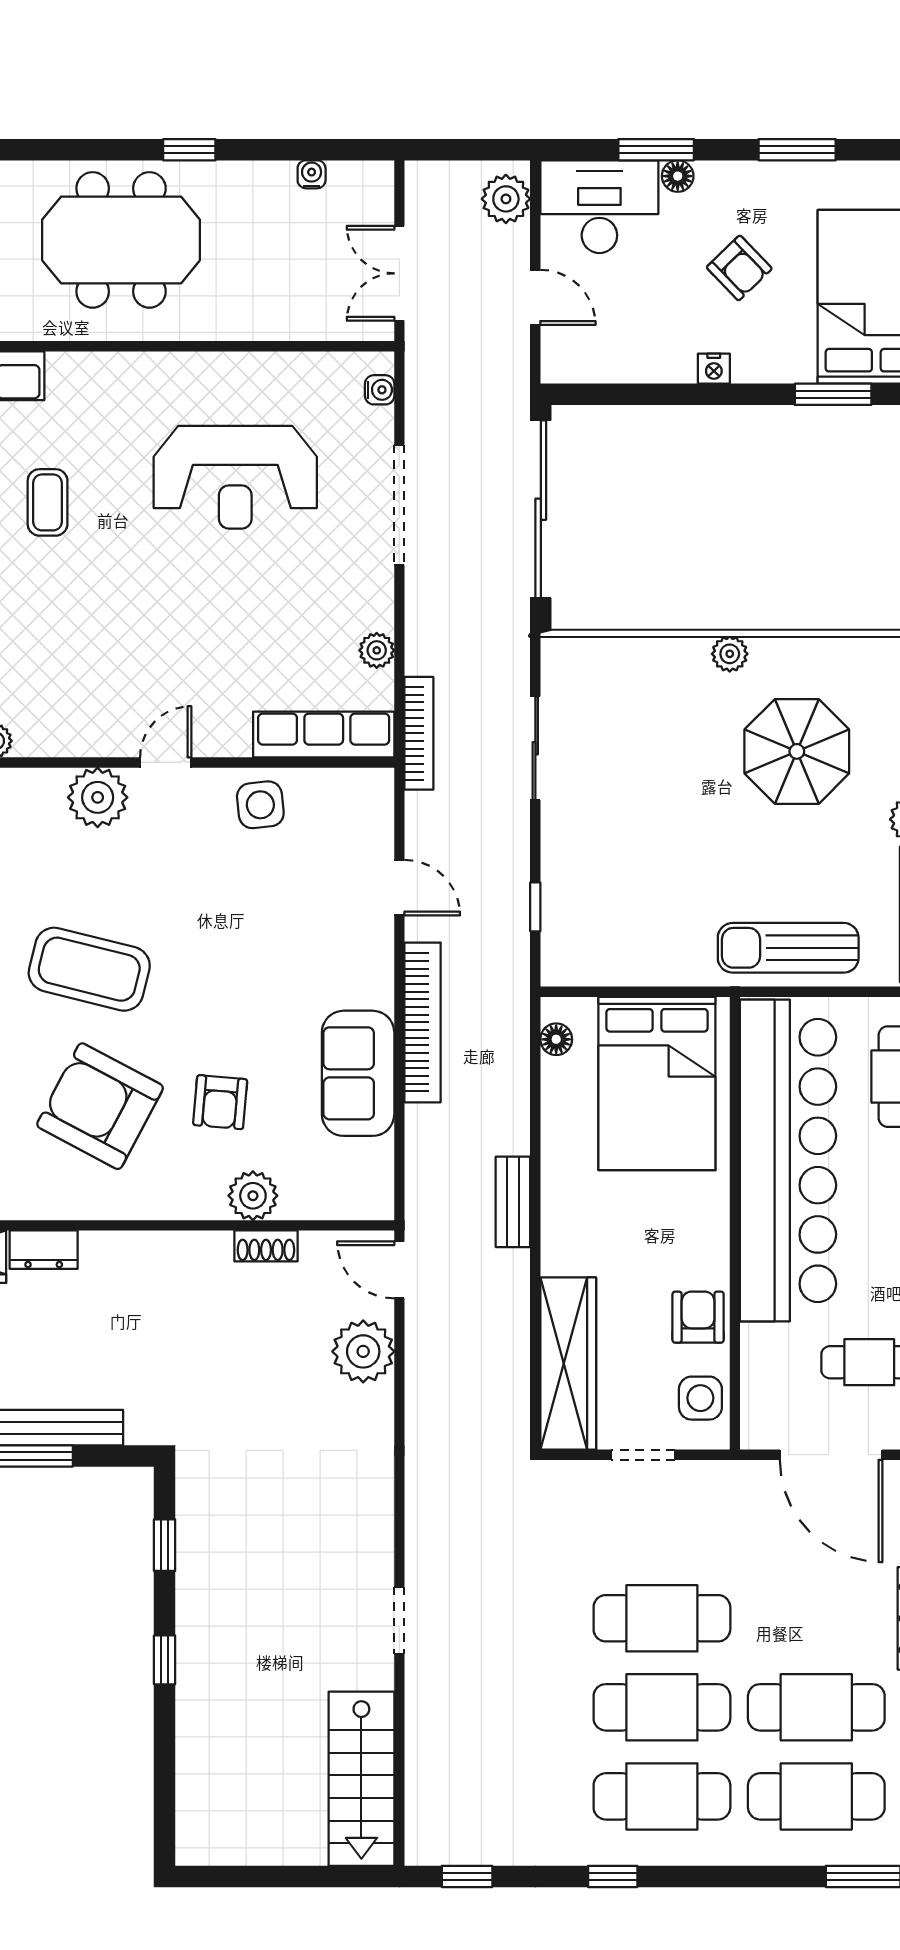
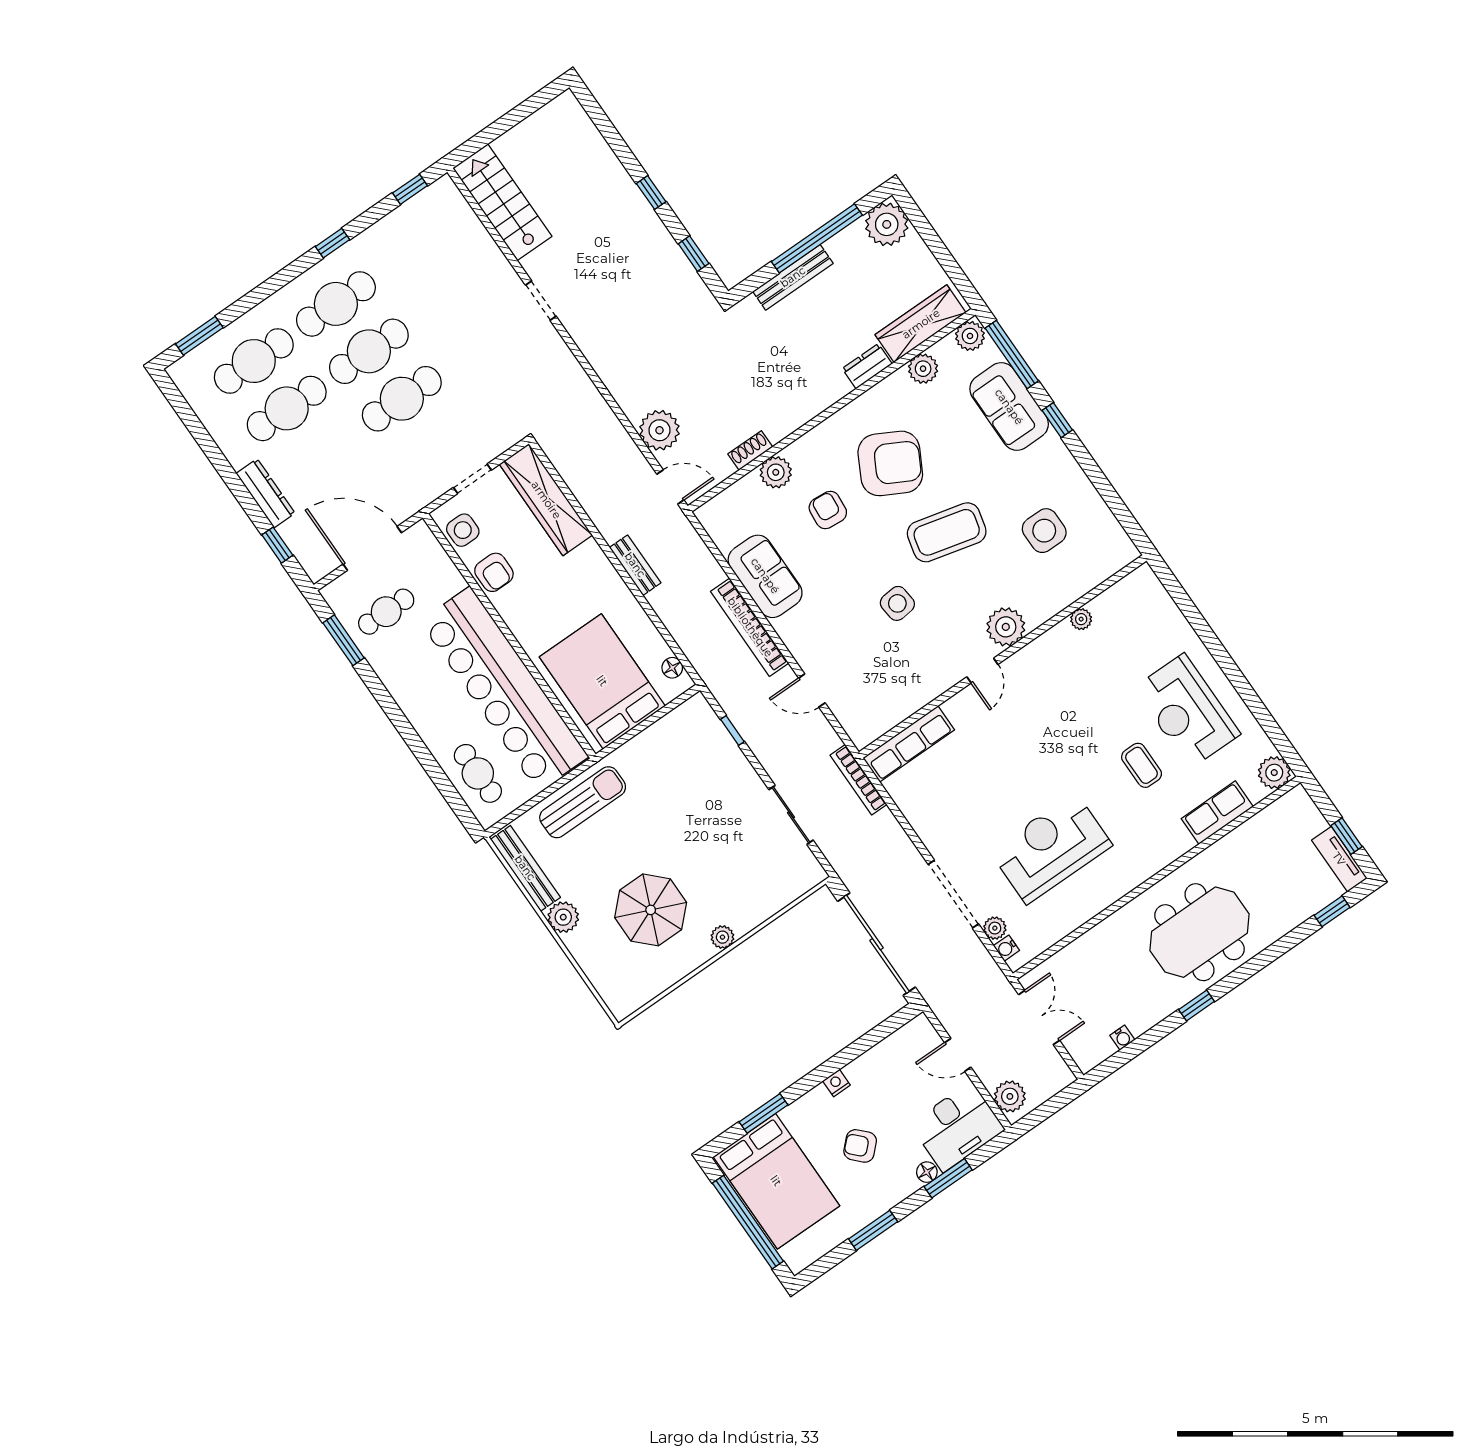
plant: (377, 650) -> (995, 928), moved
side table: (260, 805) -> (897, 603), moved

